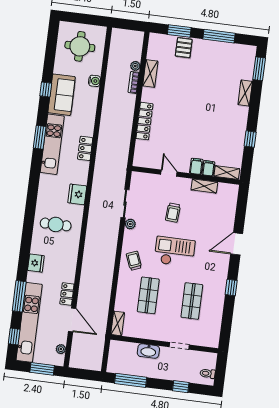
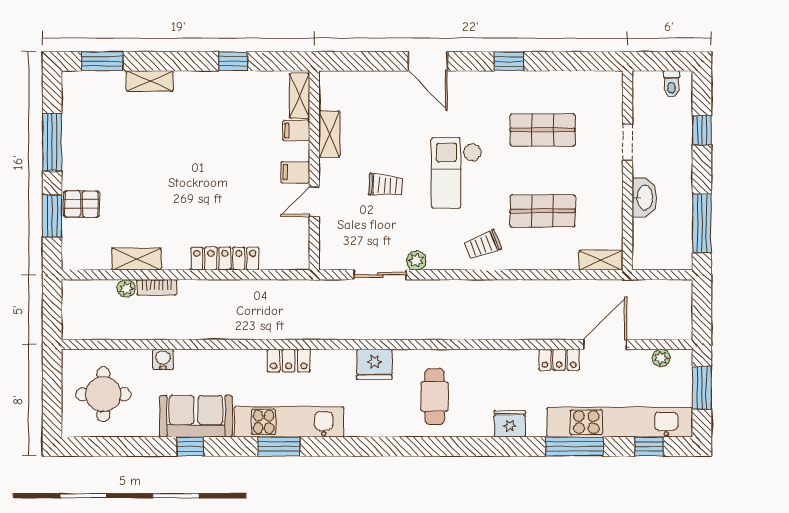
filing cabinet: (196, 166) -> (295, 172), moved

